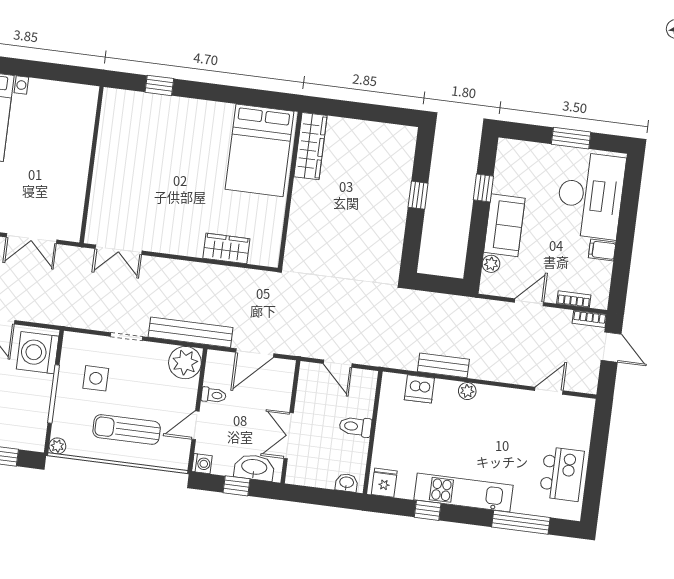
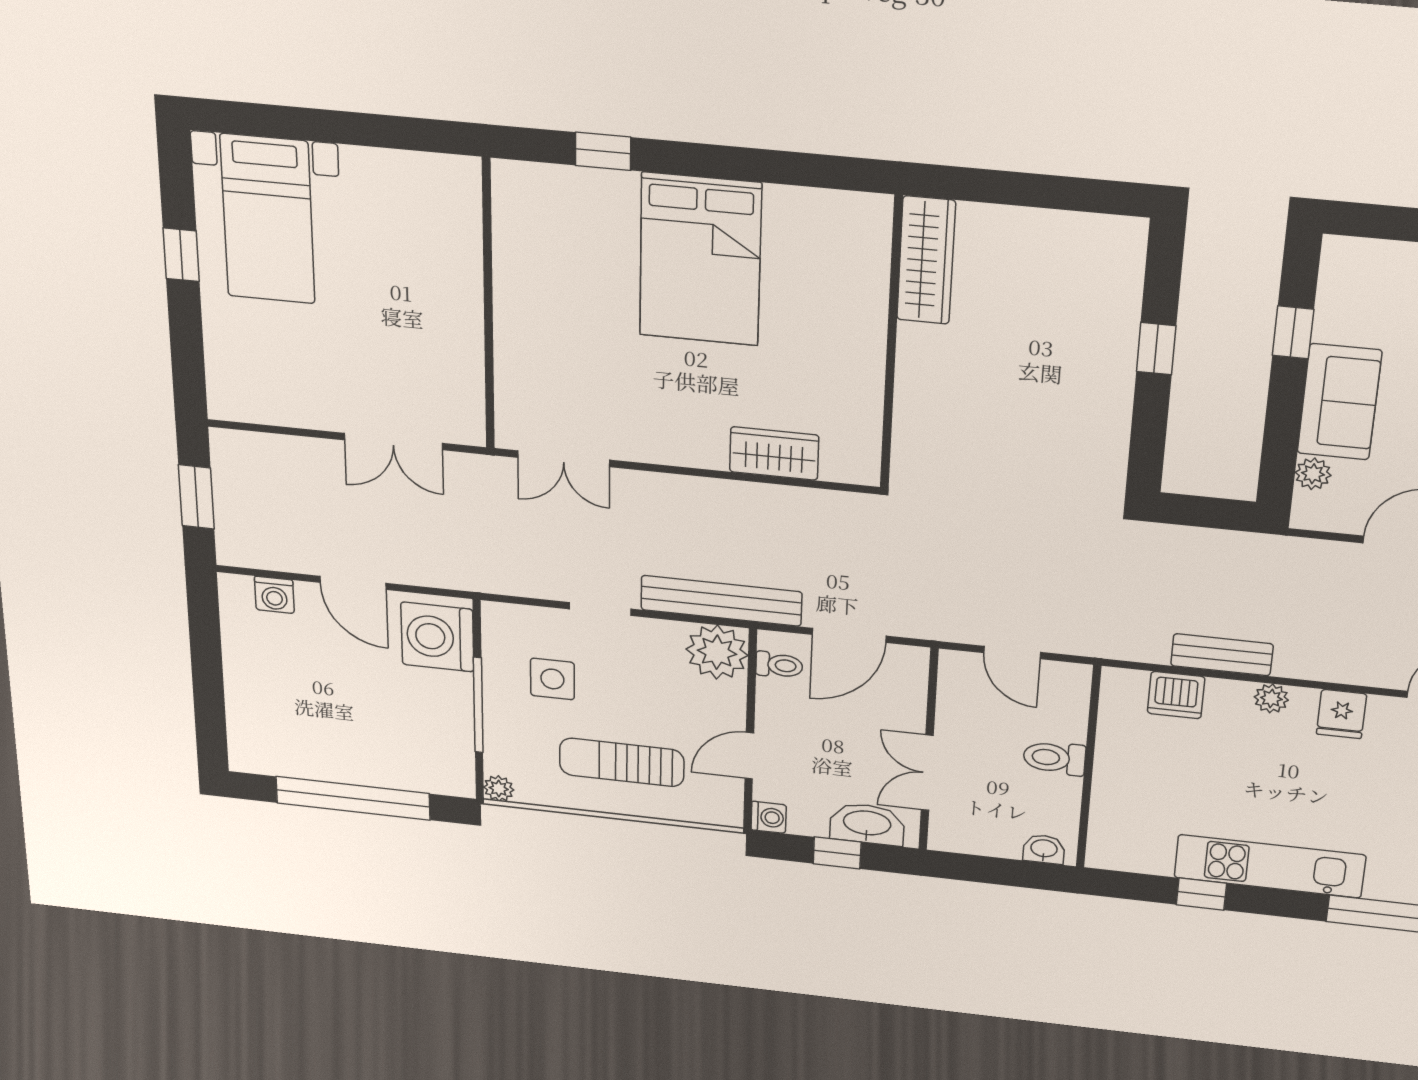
bed: (259, 150) -> (700, 259), moved
toilet: (214, 395) -> (779, 665), moved
fridge: (384, 483) -> (1341, 714), moved, turned 180

